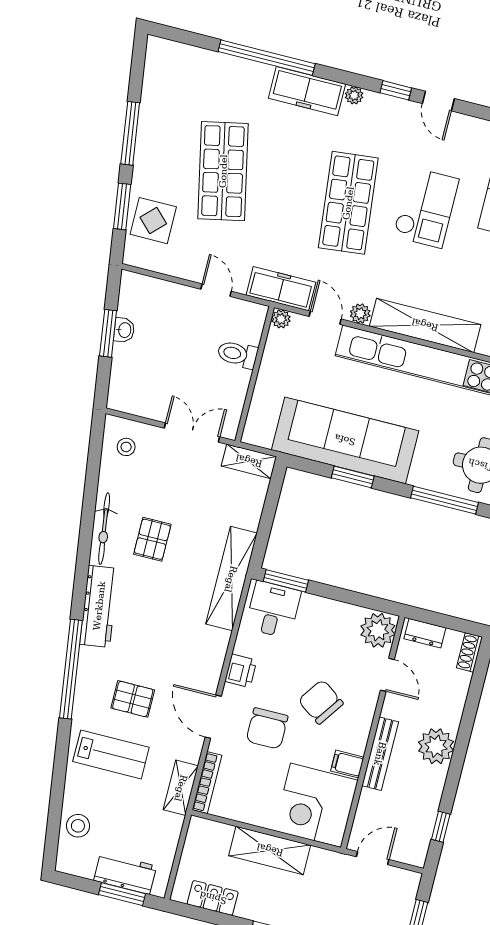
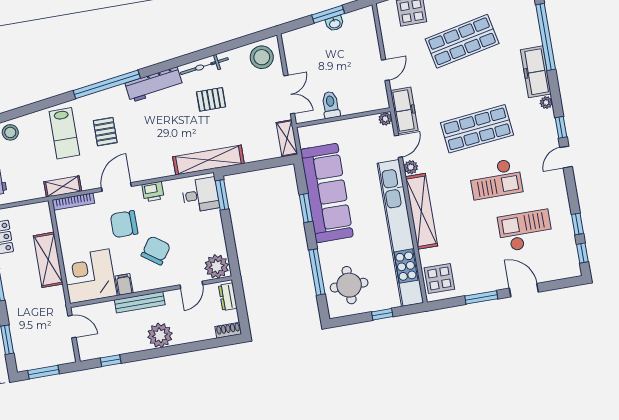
toilet: (237, 354) -> (331, 105), moved
stool: (126, 447) -> (262, 57), width x1.89, depth x1.89

